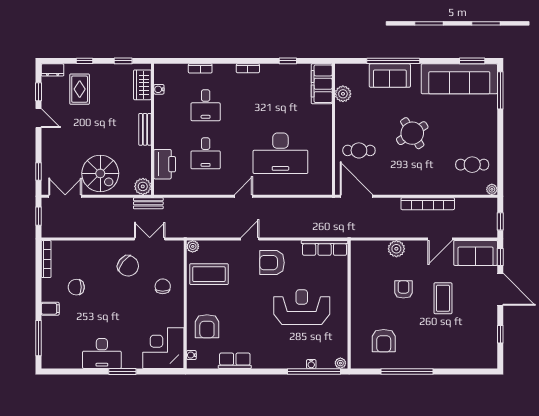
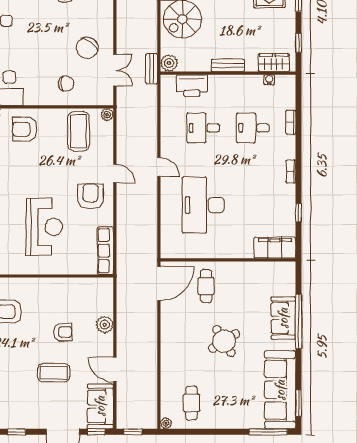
plant: (343, 94) -> (265, 270), removed
bookcase: (428, 204) -> (151, 357), removed

